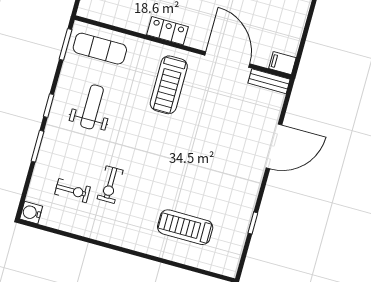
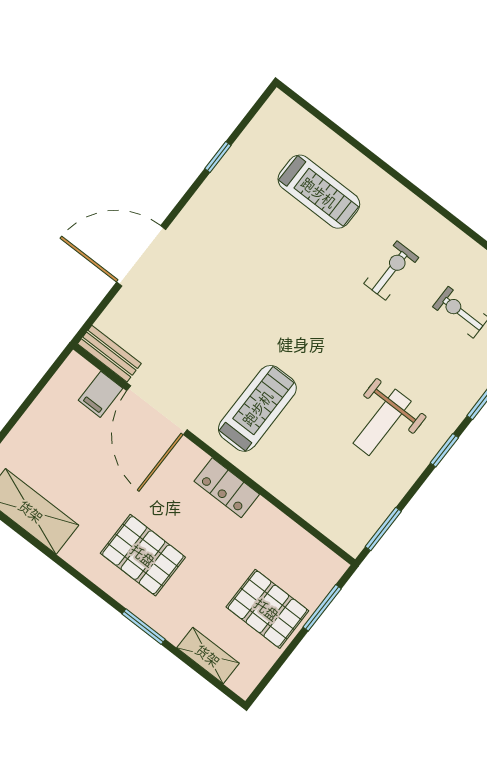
exercise mat: (100, 49) -> (336, 502), removed
filing cabinet: (282, 63) -> (101, 394), moved, turned 90
exercise bike: (110, 185) -> (391, 271), moved

